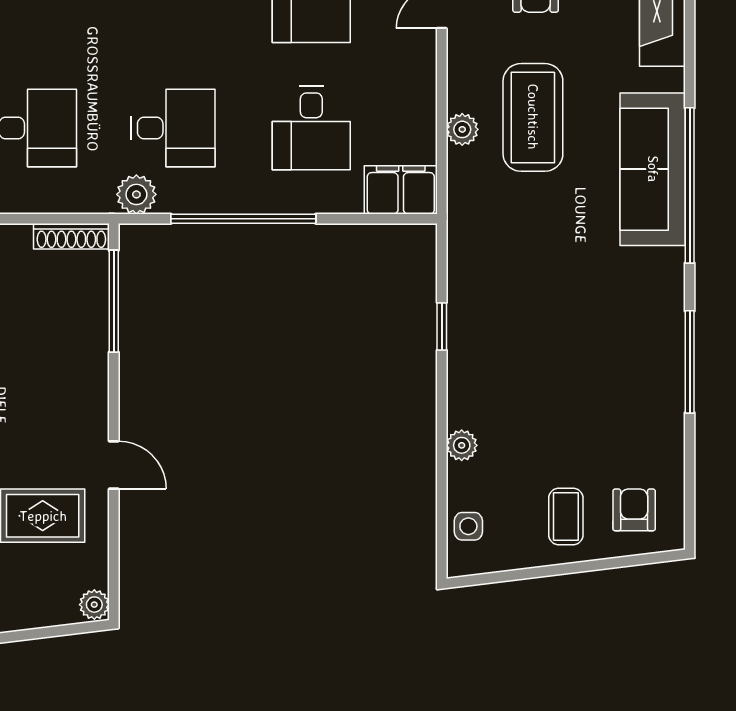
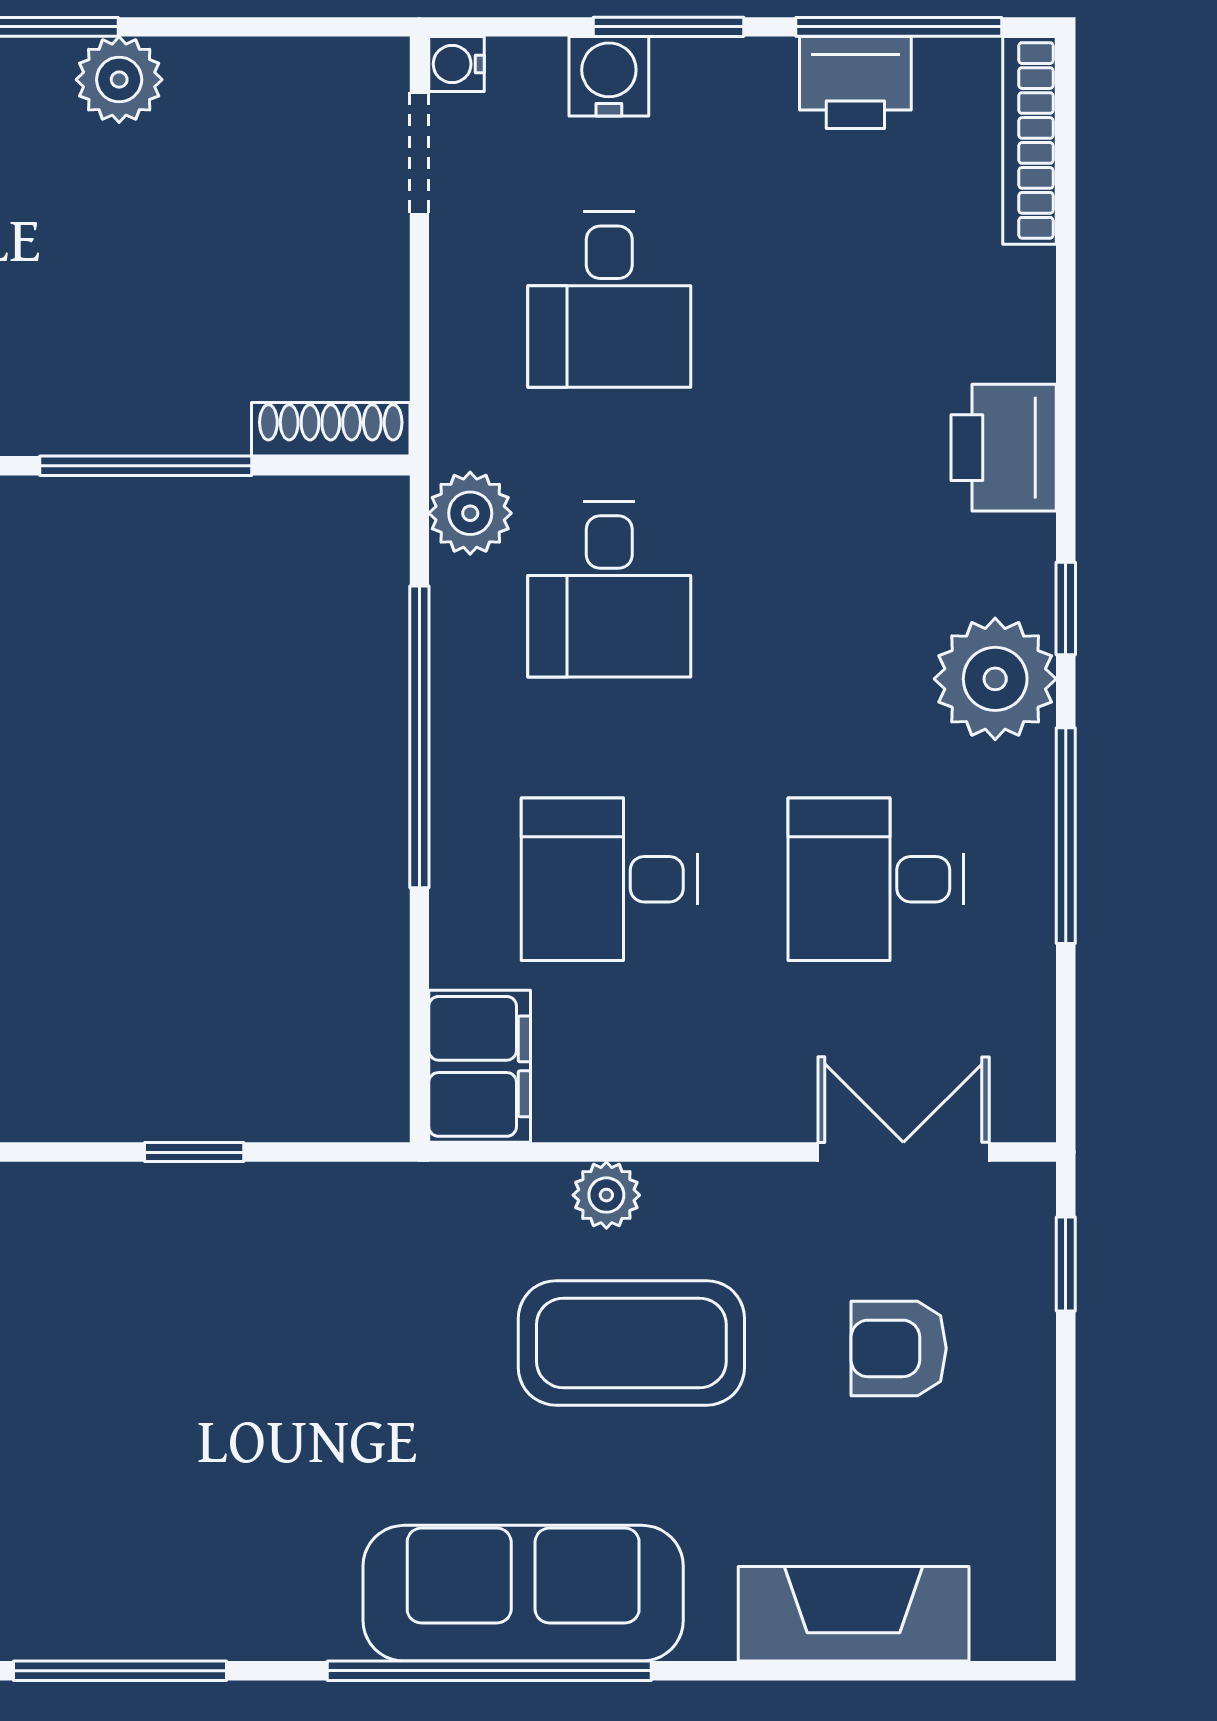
shoe rack: (71, 236) -> (331, 429), moved, turned 90
window: (114, 301) -> (146, 466), moved

